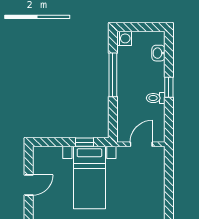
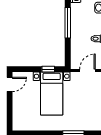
door: (29, 185) -> (10, 84), moved

